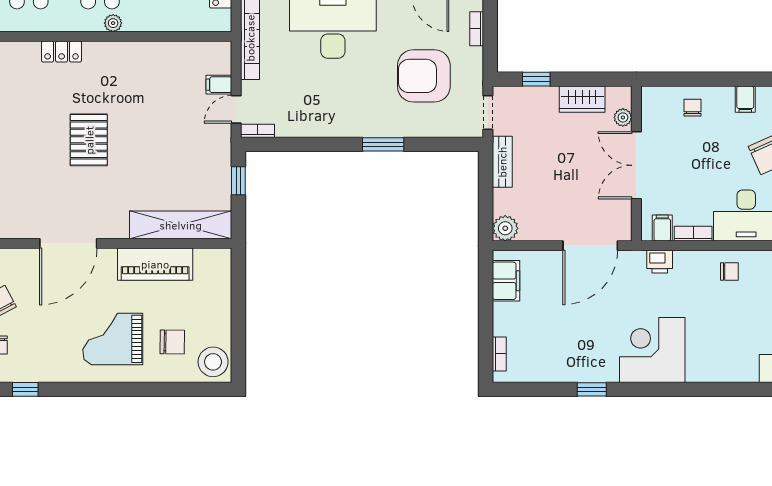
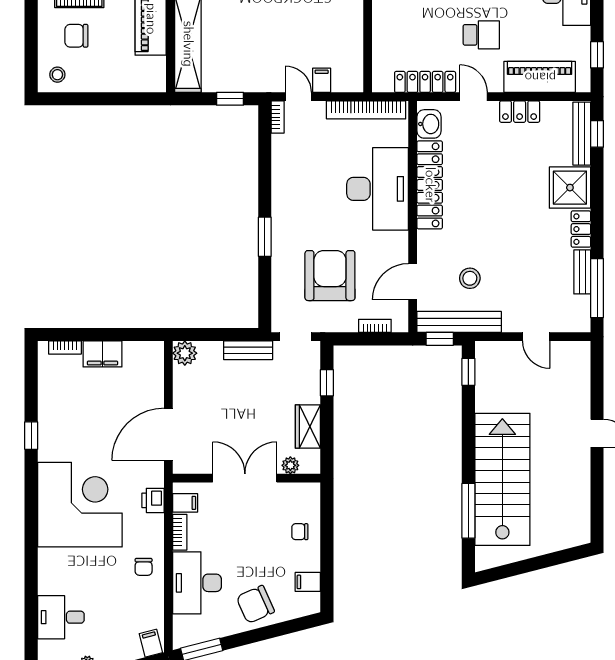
chair: (692, 108) -> (300, 532), turned 180
door: (590, 246) -> (168, 434), hinge flipped
filing cabinet: (506, 281) -> (102, 354), moved
chair: (172, 342) -> (76, 36), turned 89
corner desk: (652, 350) -> (80, 505), width x1.36, depth x1.36
stool: (213, 362) -> (57, 75), width x0.53, depth x0.53

